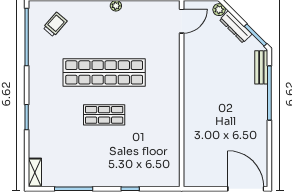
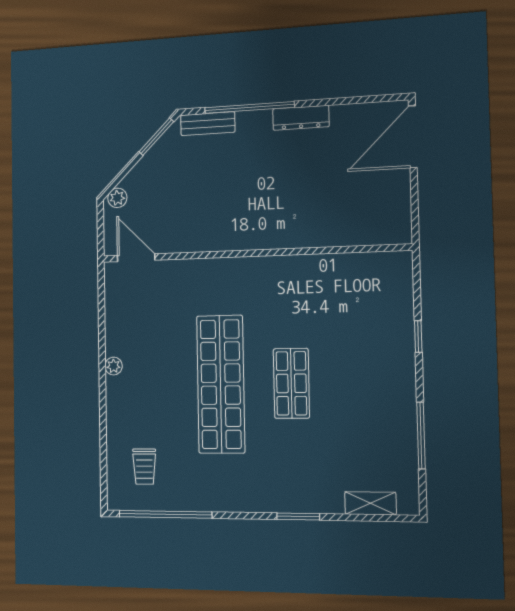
trolley: (55, 24) -> (144, 467), turned -131
dresser: (236, 27) -> (301, 118), moved, turned 45
shelving: (35, 173) -> (370, 503), moved

